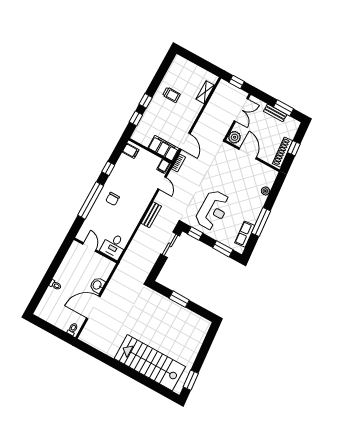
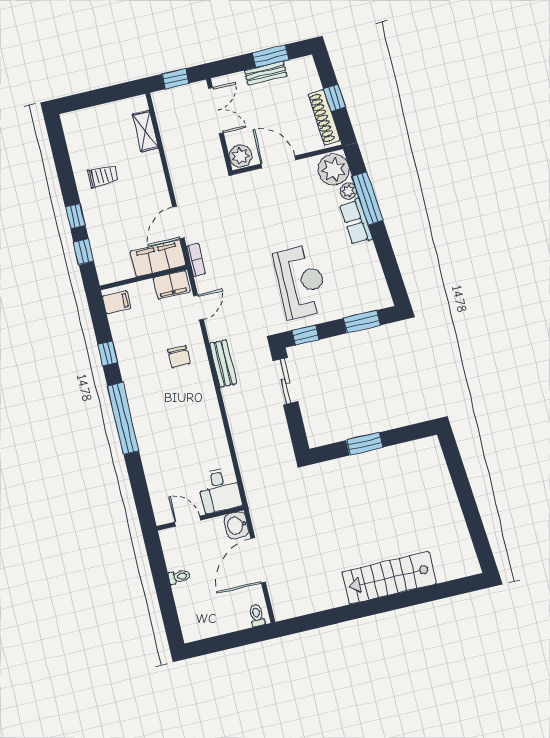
door: (185, 141) -> (178, 222), swing flipped
filing cabinet: (163, 166) -> (172, 285), width x2.00
plant: (267, 177) -> (334, 170), added
door: (162, 183) -> (198, 308), hinge flipped
chair: (113, 199) -> (179, 357), moved
window: (261, 222) -> (368, 198), moved
row of seats: (245, 234) -> (356, 222), moved
desk: (114, 246) -> (220, 490), moved
door: (89, 247) -> (188, 521), moved
wall: (96, 250) -> (200, 518), moved
stairs: (150, 363) -> (389, 578), width x0.73, depth x0.66
window: (191, 380) -> (480, 539), removed

